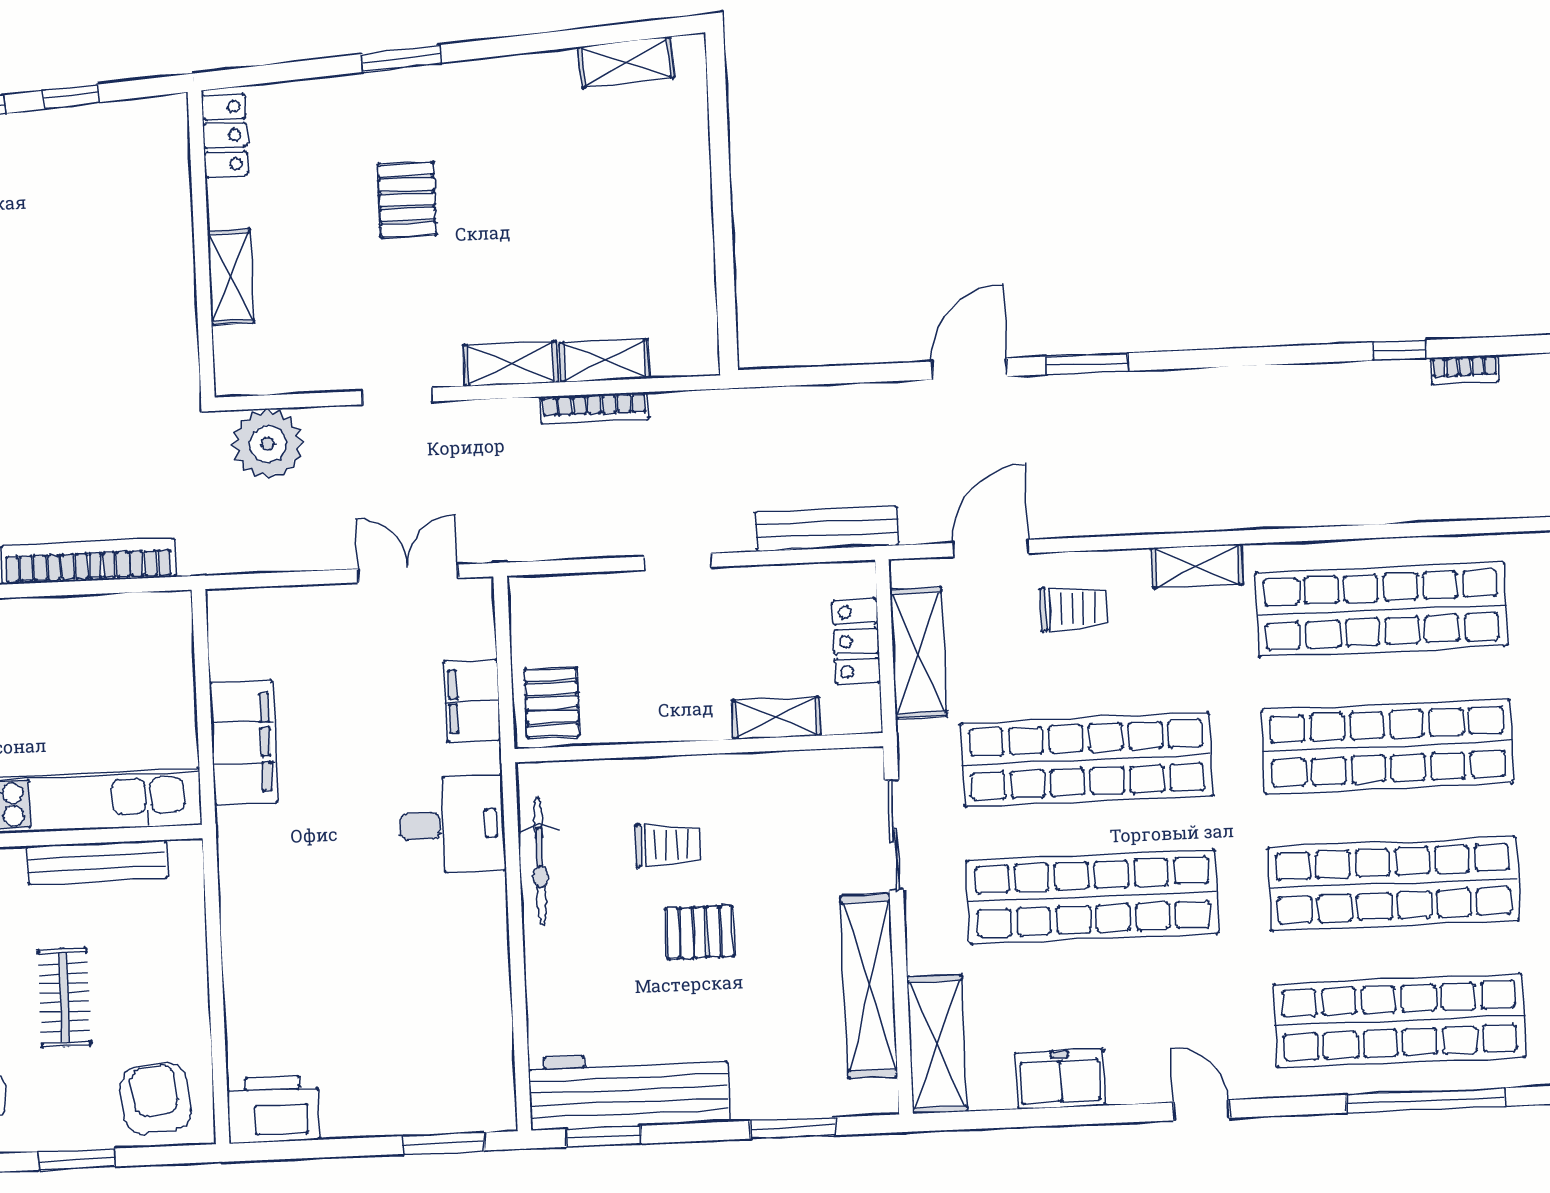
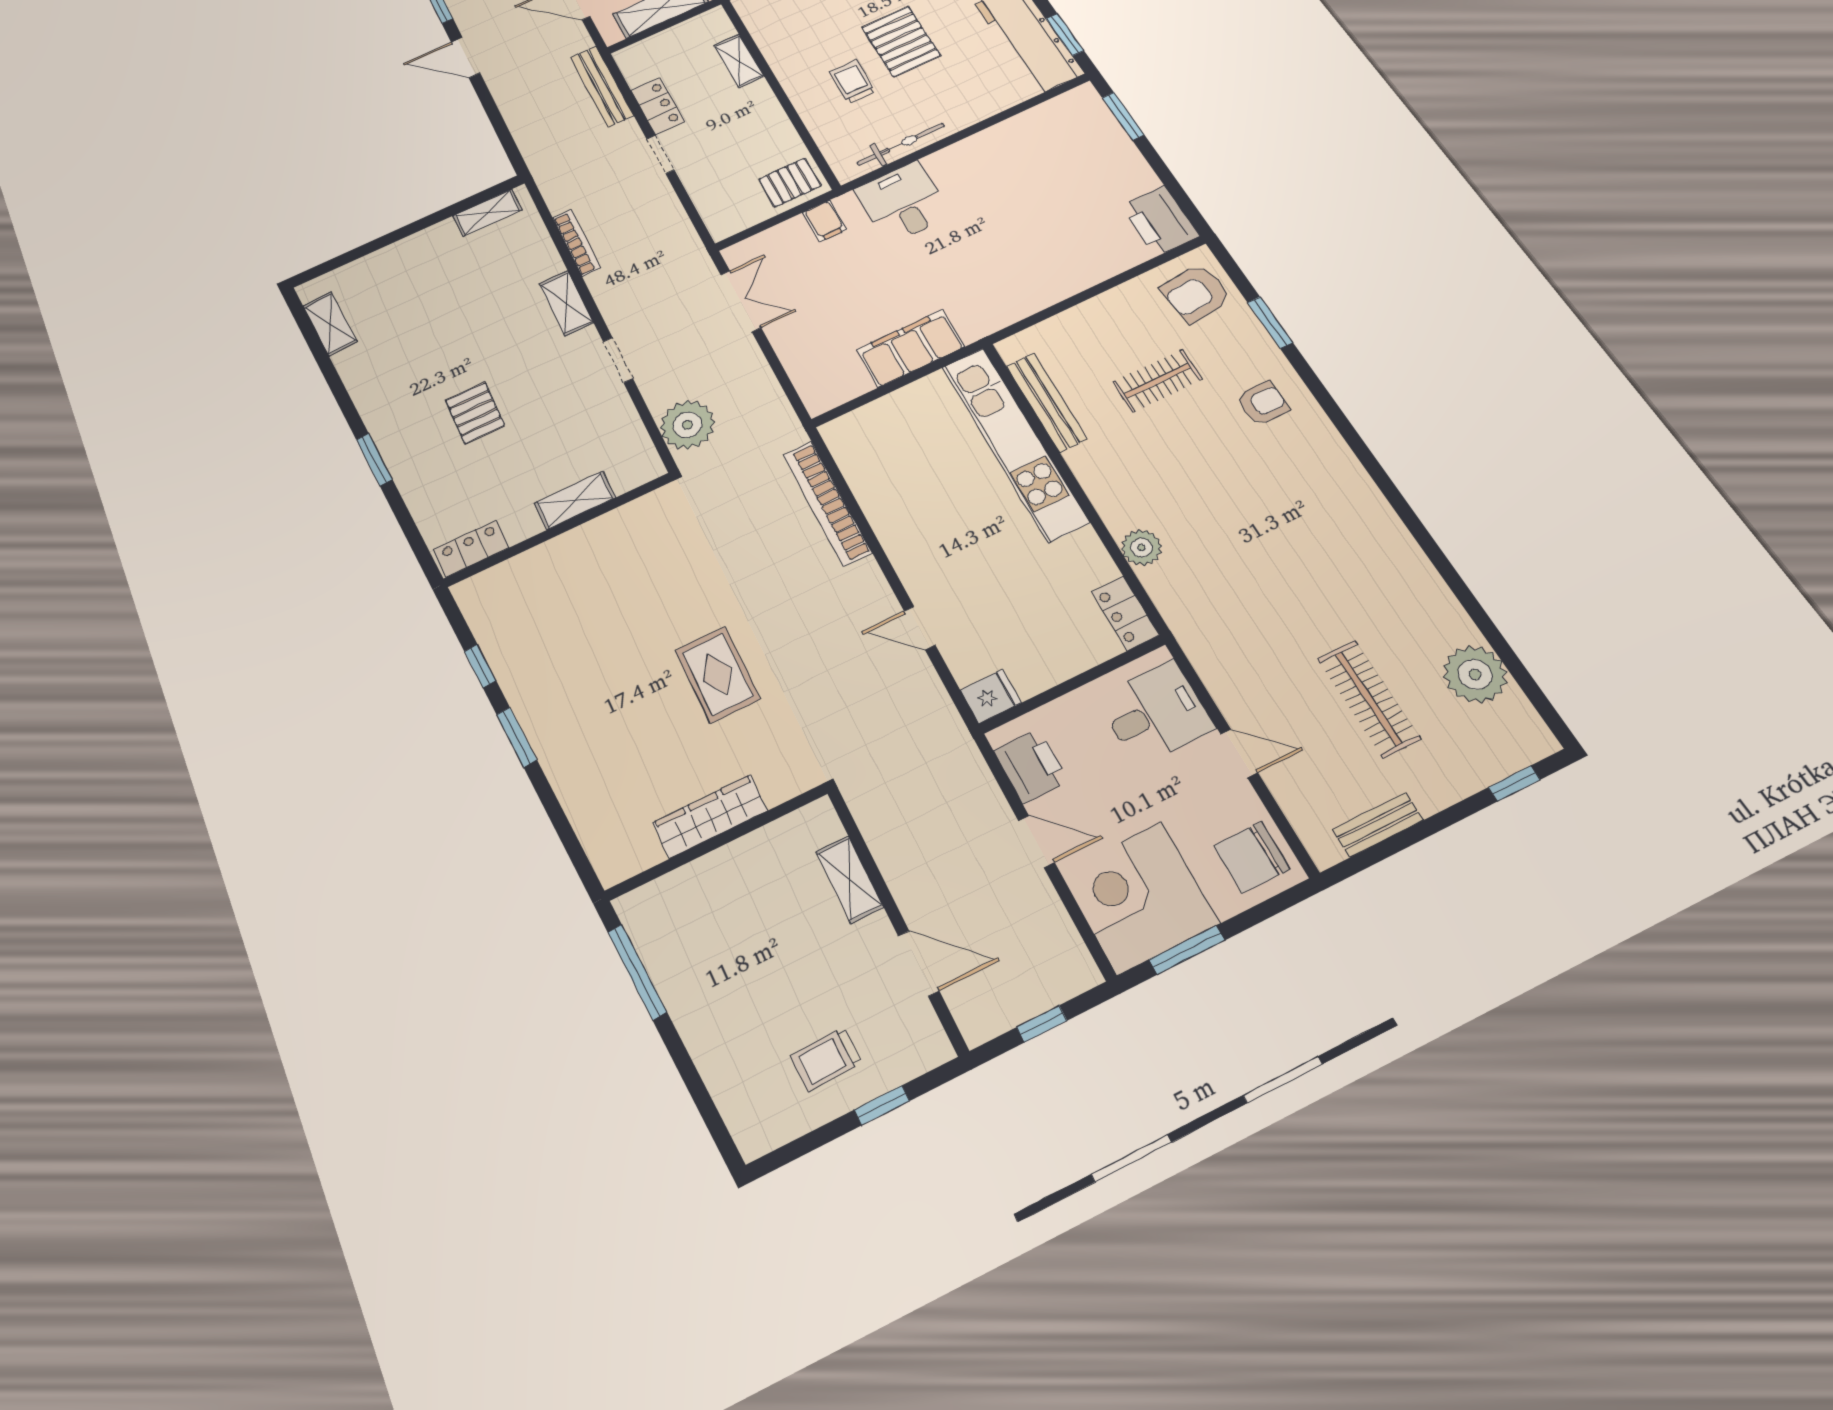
pallet: (407, 200) -> (475, 413), turned 90
shelving: (604, 361) -> (487, 213), moved, turned 90
double door: (408, 574) -> (741, 301), swing flipped
locker: (856, 641) -> (658, 106), moved, turned -90
filing cabinet: (472, 701) -> (825, 221), width x0.50
pallet: (700, 932) -> (901, 41), width x1.50, depth x1.42

